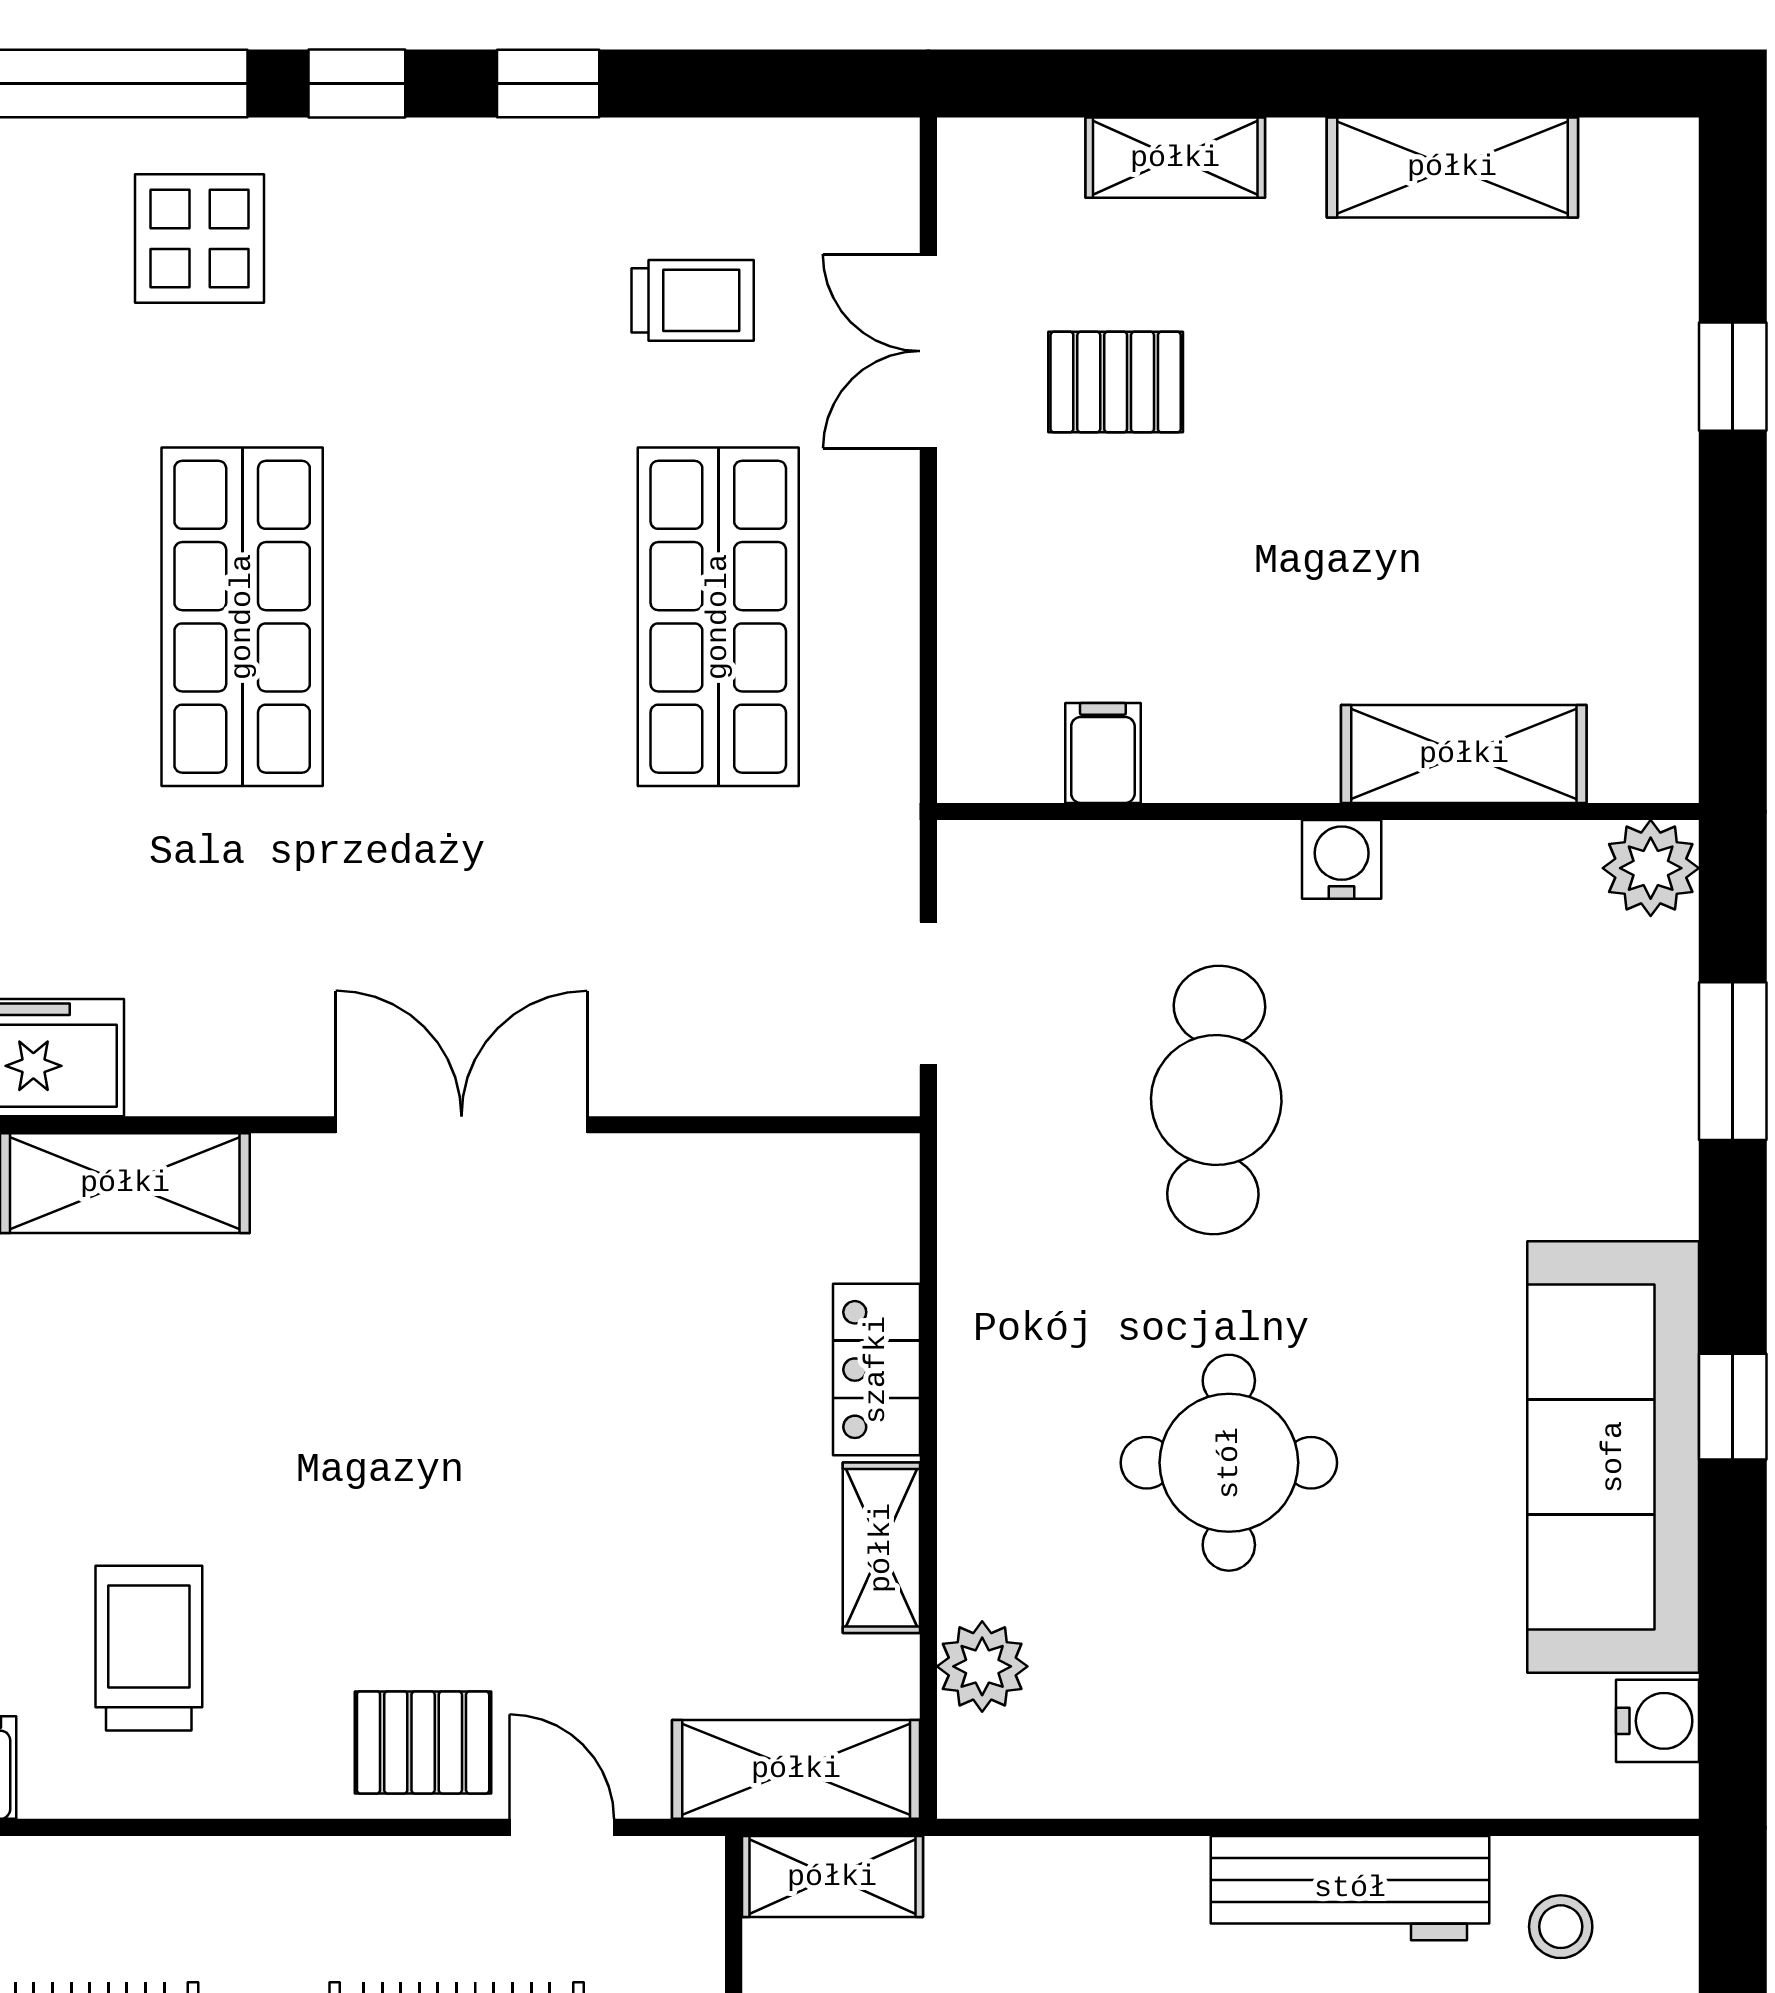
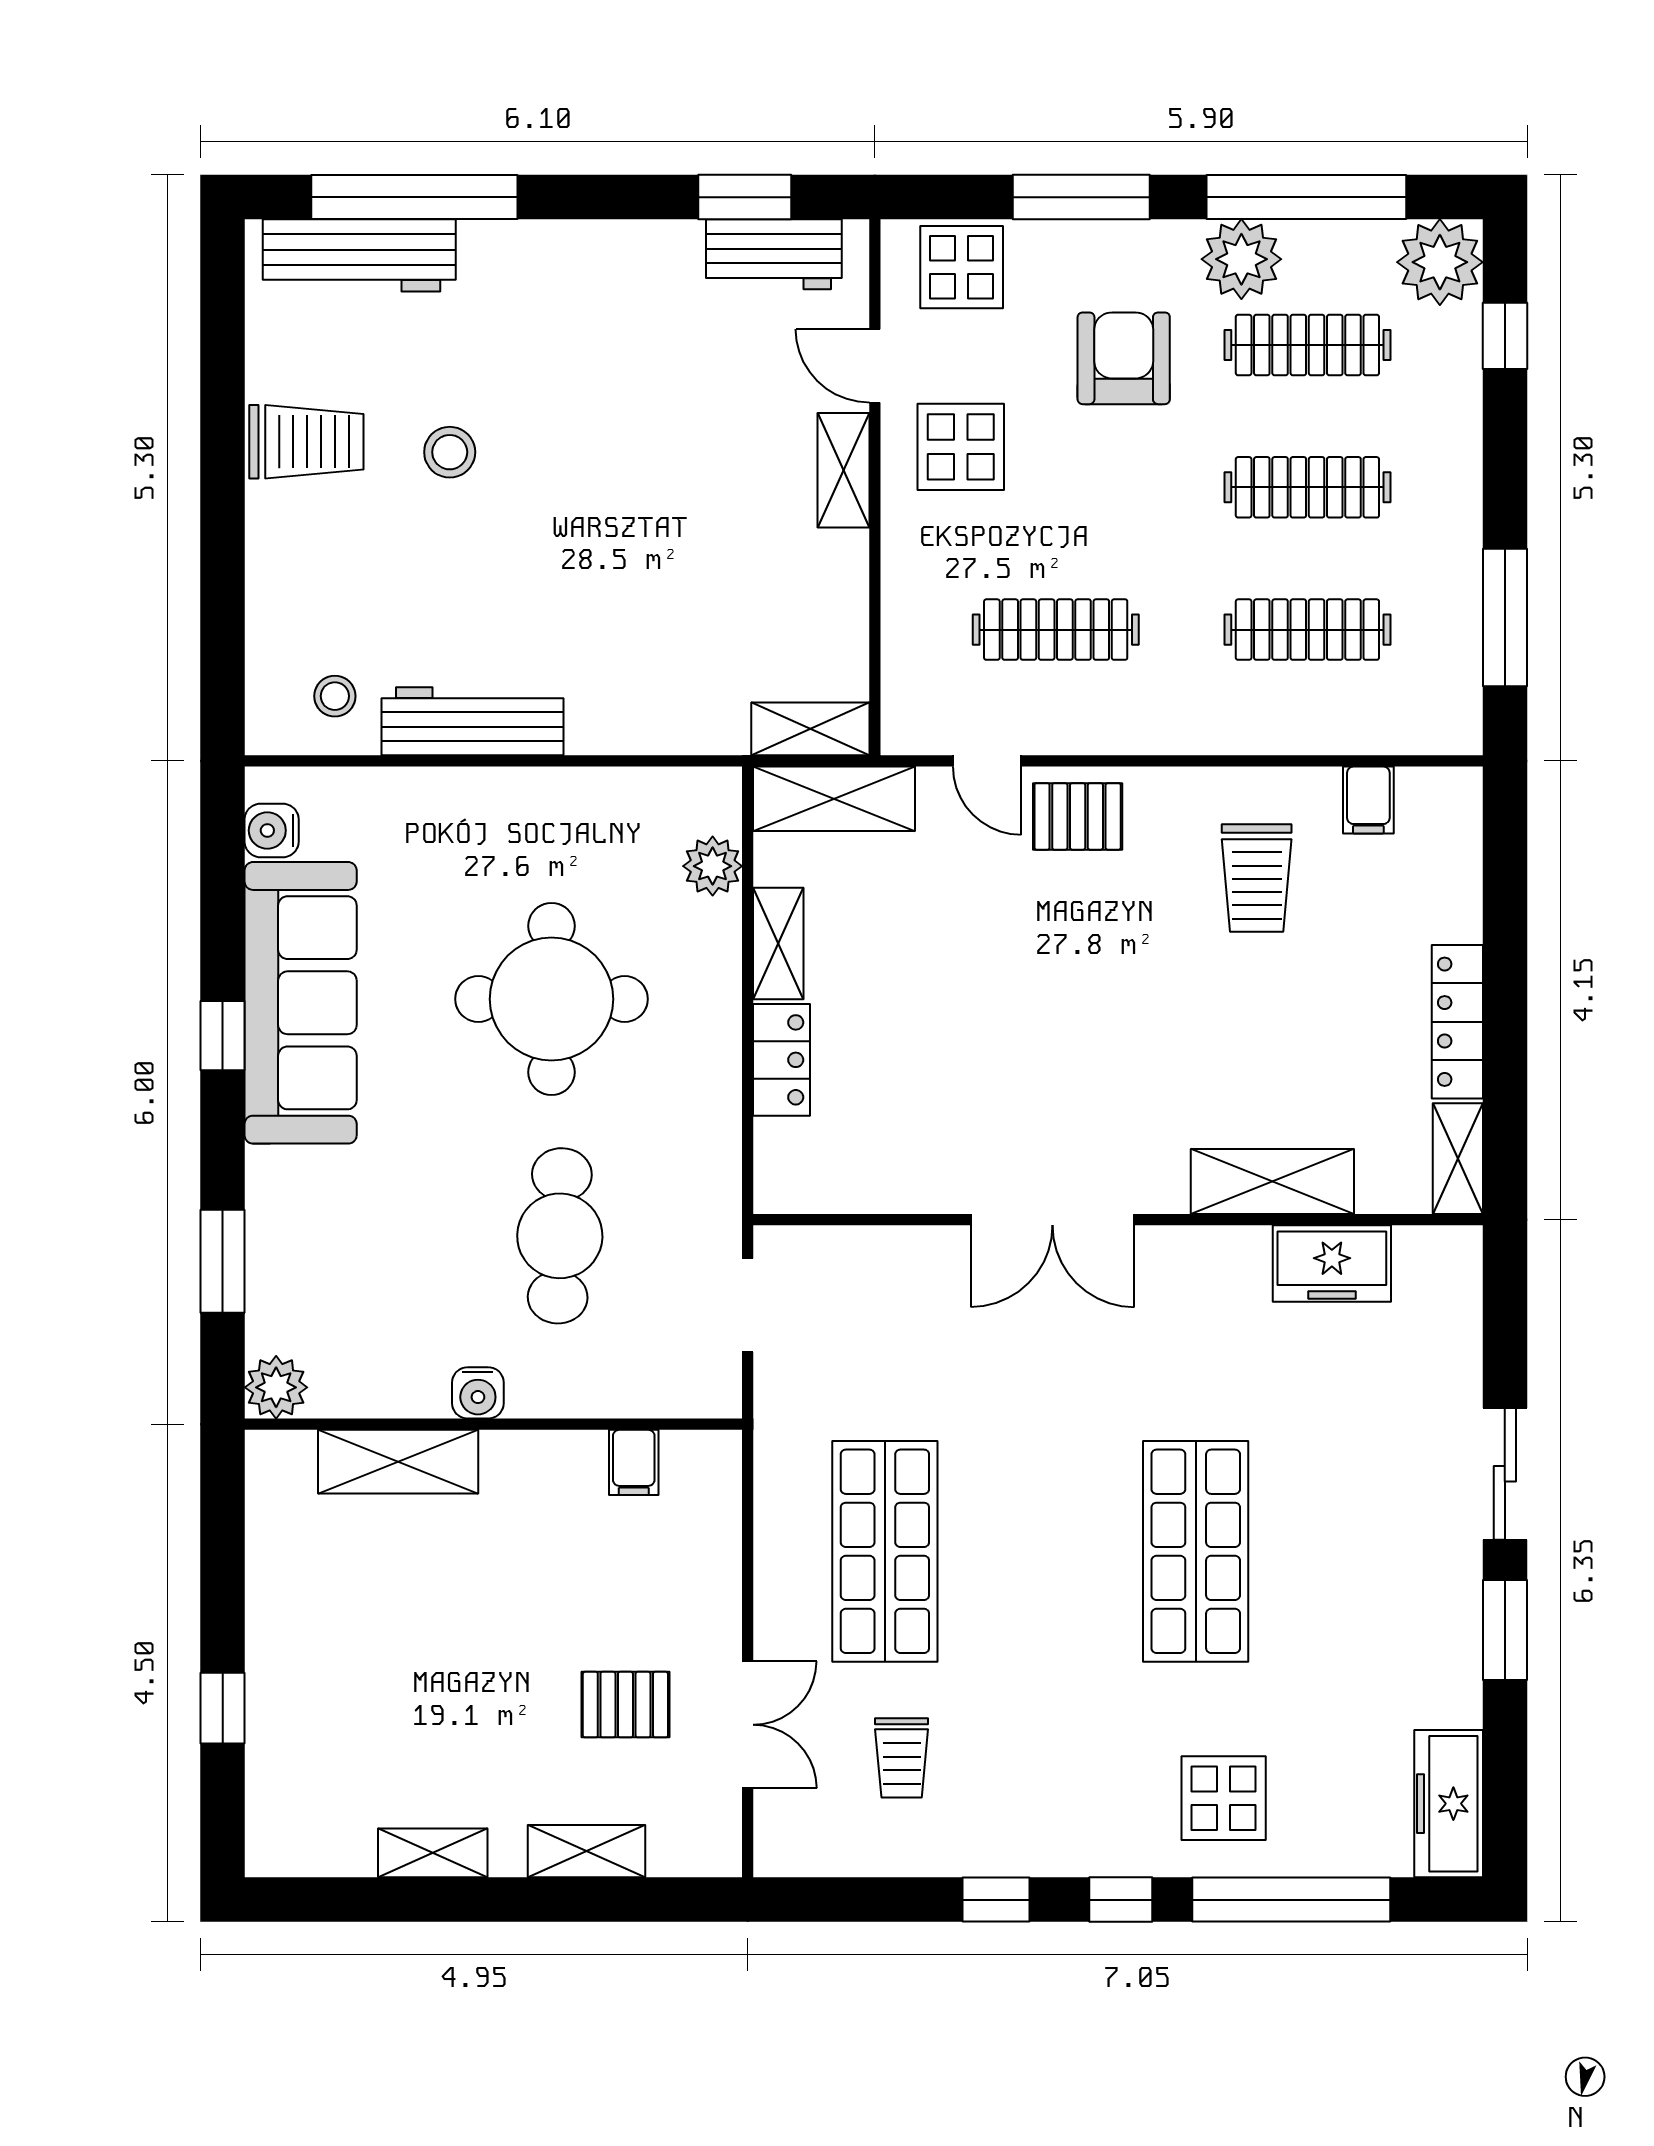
shelving: (1452, 167) -> (433, 1853), width x0.67, depth x0.75
trolley: (693, 300) -> (902, 1758), turned -90
round table: (1229, 1463) -> (551, 999), width x1.36, depth x1.36

